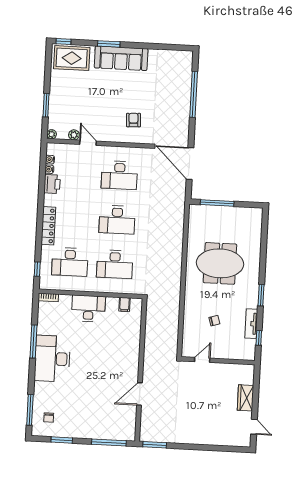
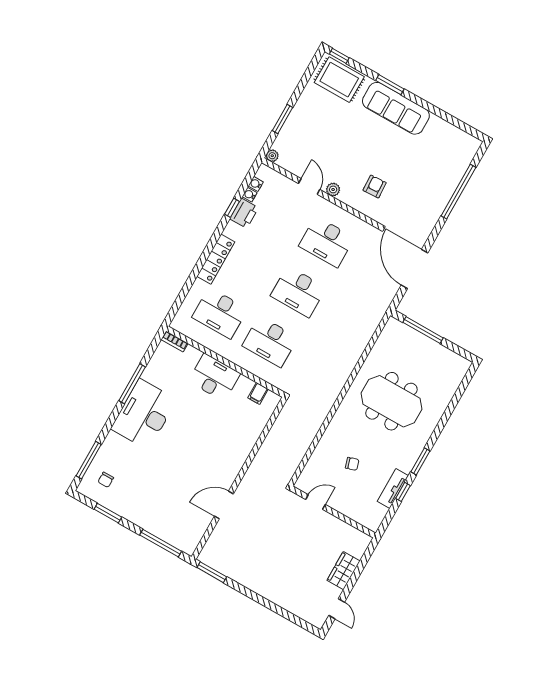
plant: (74, 135) -> (333, 189), moved
window: (37, 269) -> (232, 208), moved
window: (259, 338) -> (403, 492), moved

